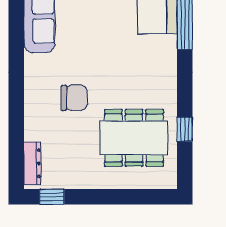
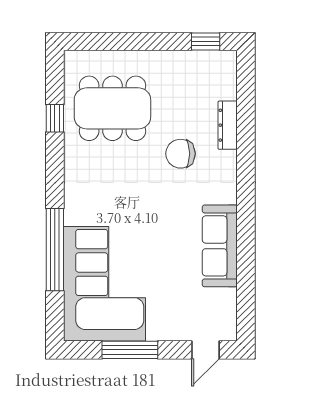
dresser: (32, 163) -> (228, 125), moved

